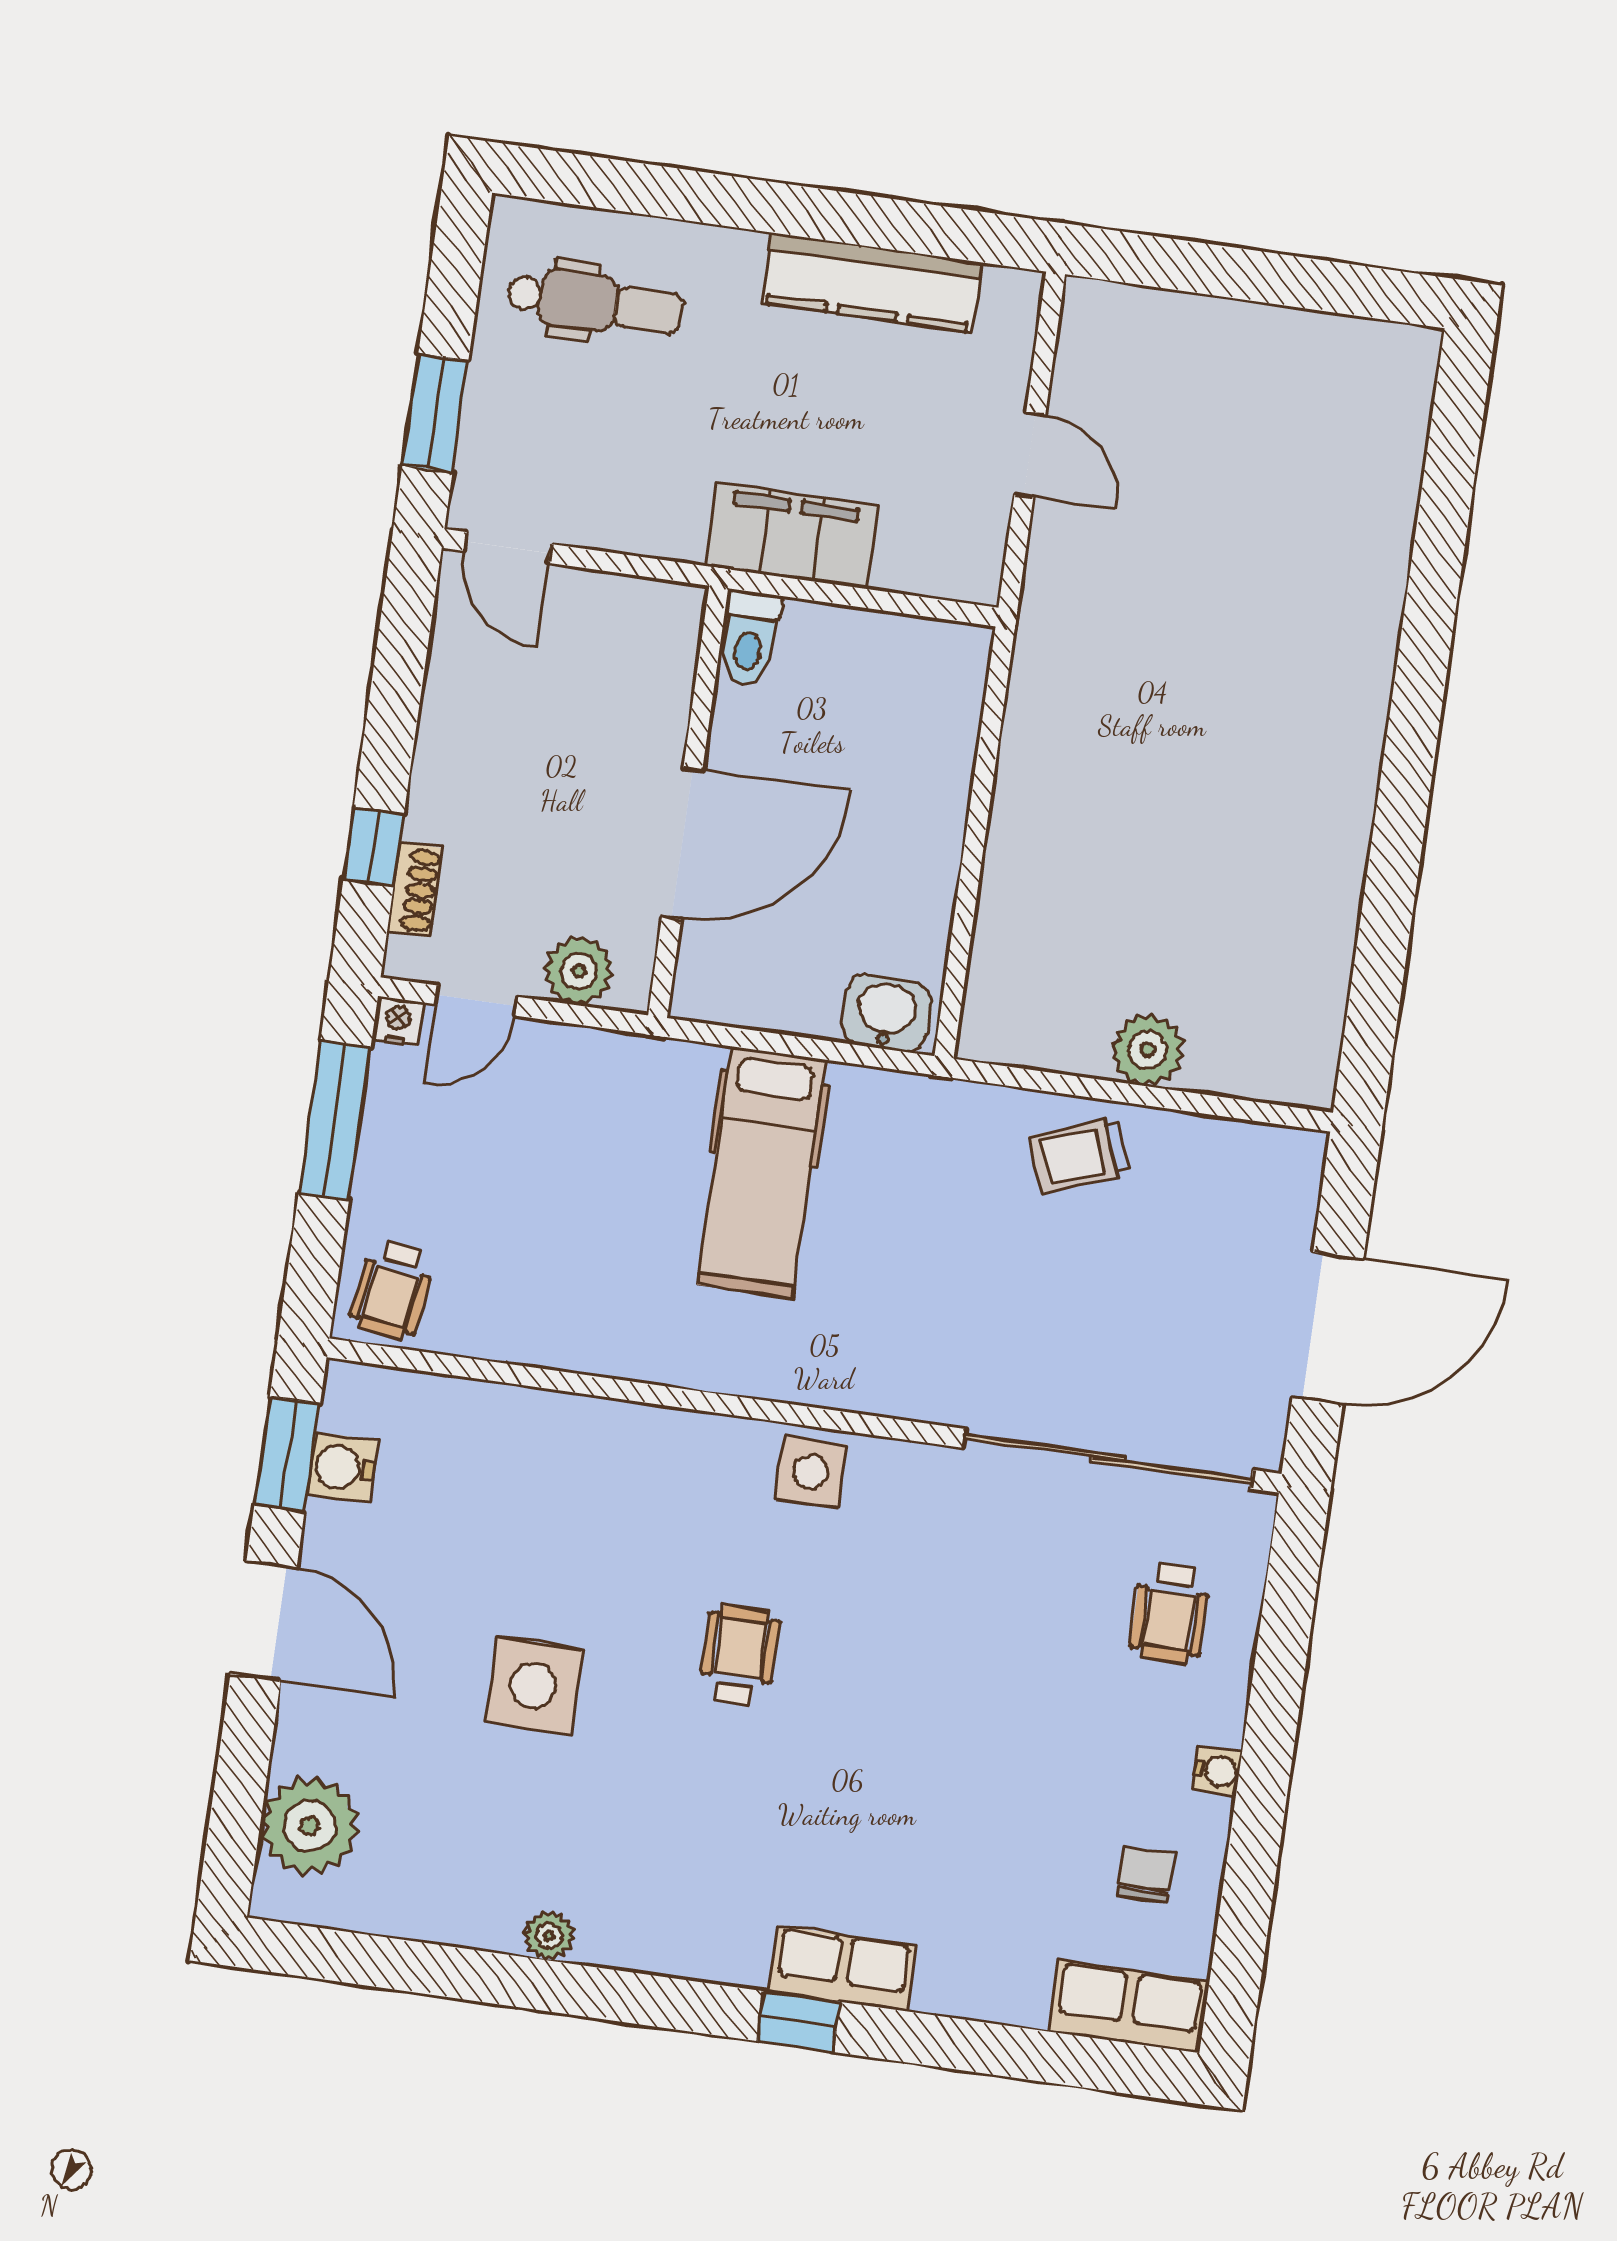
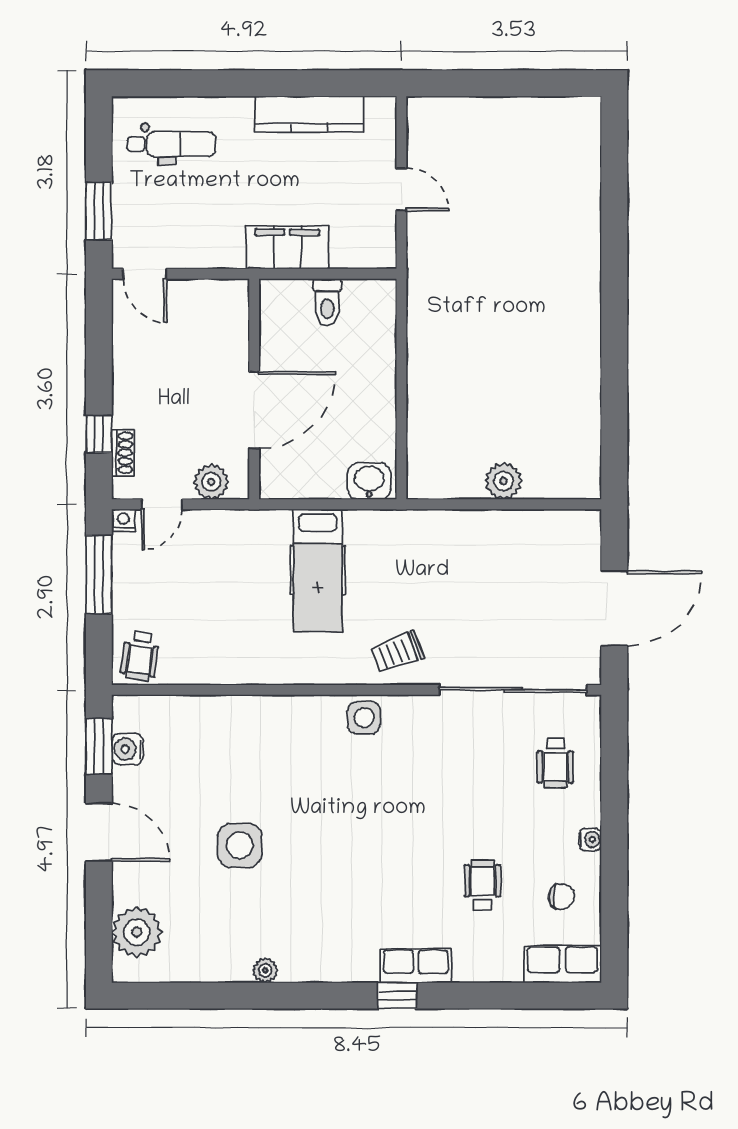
toilet: (749, 638) -> (327, 302), moved
trolley: (1079, 1155) -> (397, 652), moved
wheelchair: (740, 1655) -> (483, 885), moved
chair: (1145, 1874) -> (561, 897), turned 90

